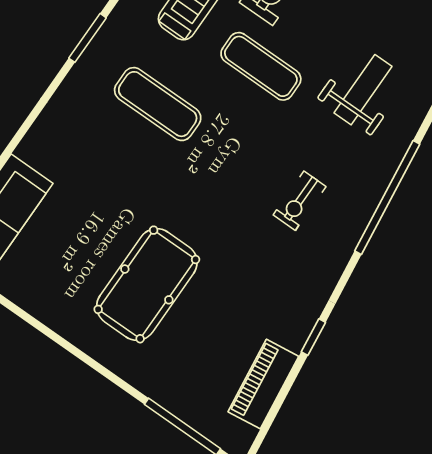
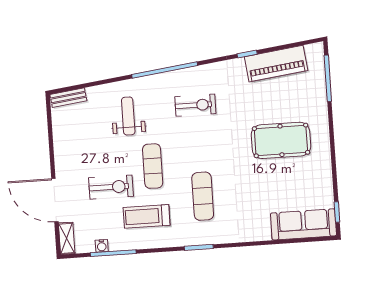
weight bench: (363, 90) -> (128, 116), turned 90
exercise bike: (300, 201) -> (195, 105), width x1.38, depth x1.39
piano: (263, 384) -> (276, 64), width x1.37, depth x1.33

